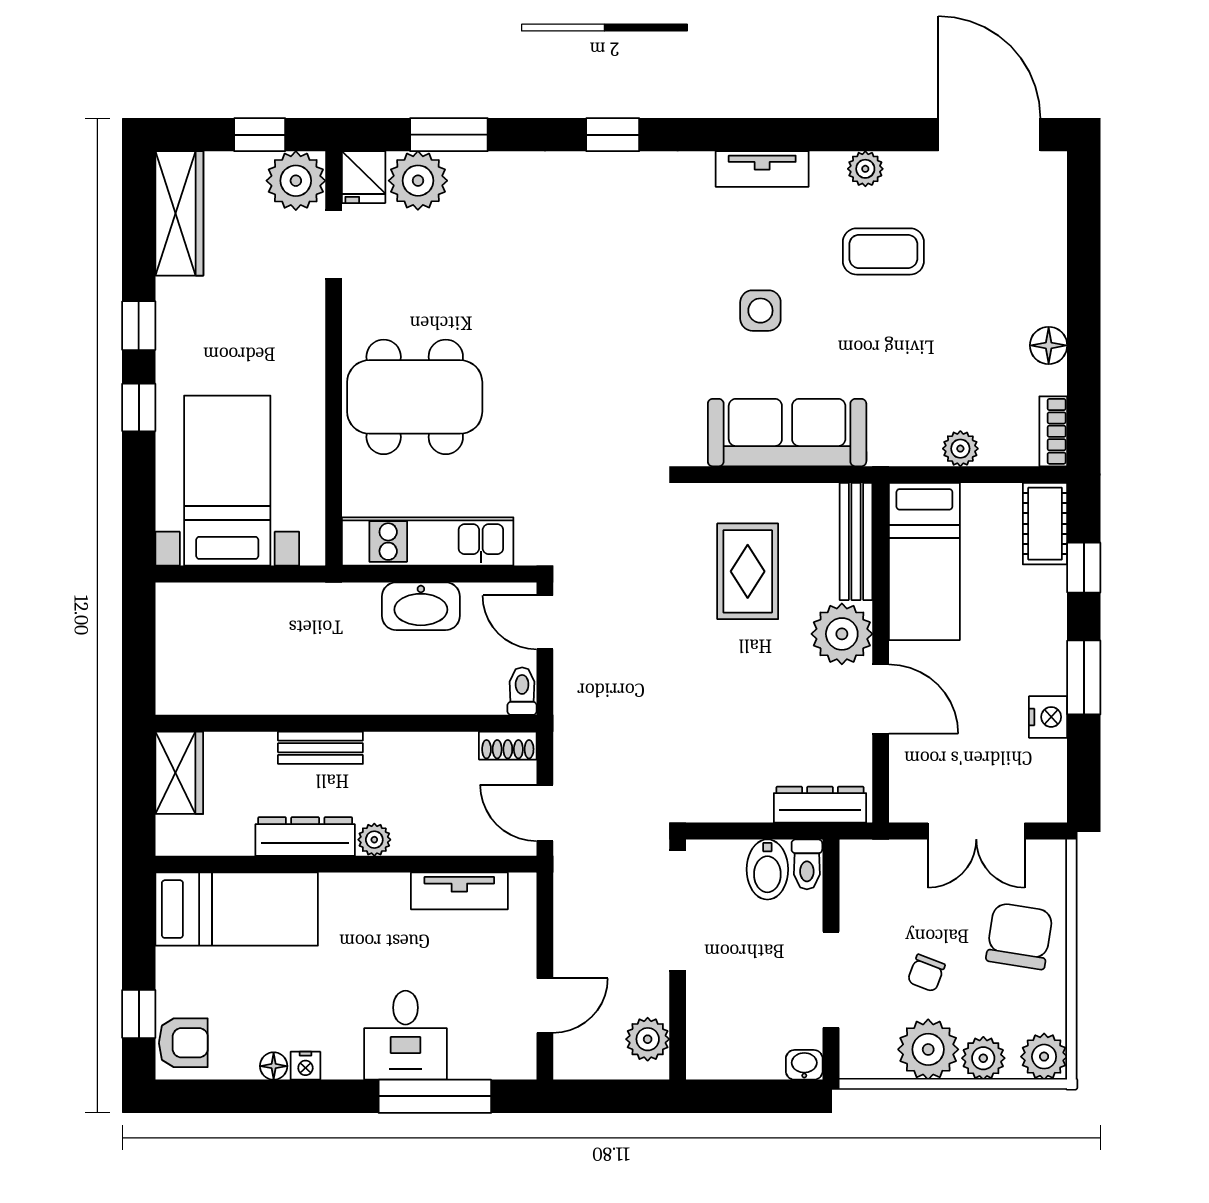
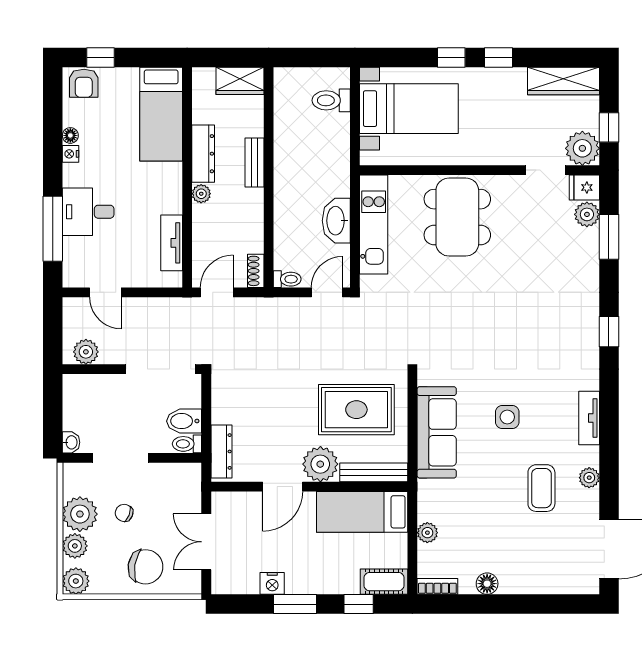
plant: (418, 181) -> (587, 214), width x0.73, depth x0.73
rug: (748, 571) -> (356, 410), width x1.36, depth x1.43
toilet: (213, 615) -> (331, 100), added

